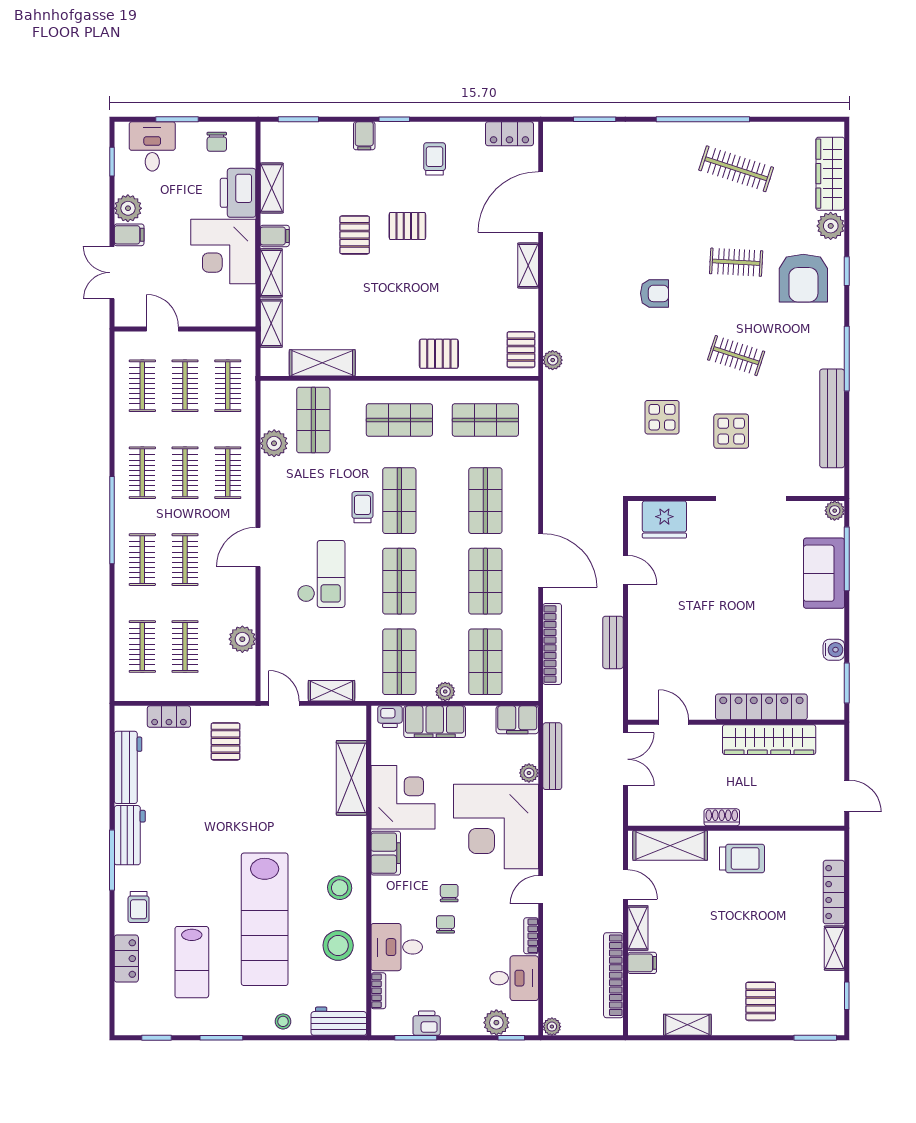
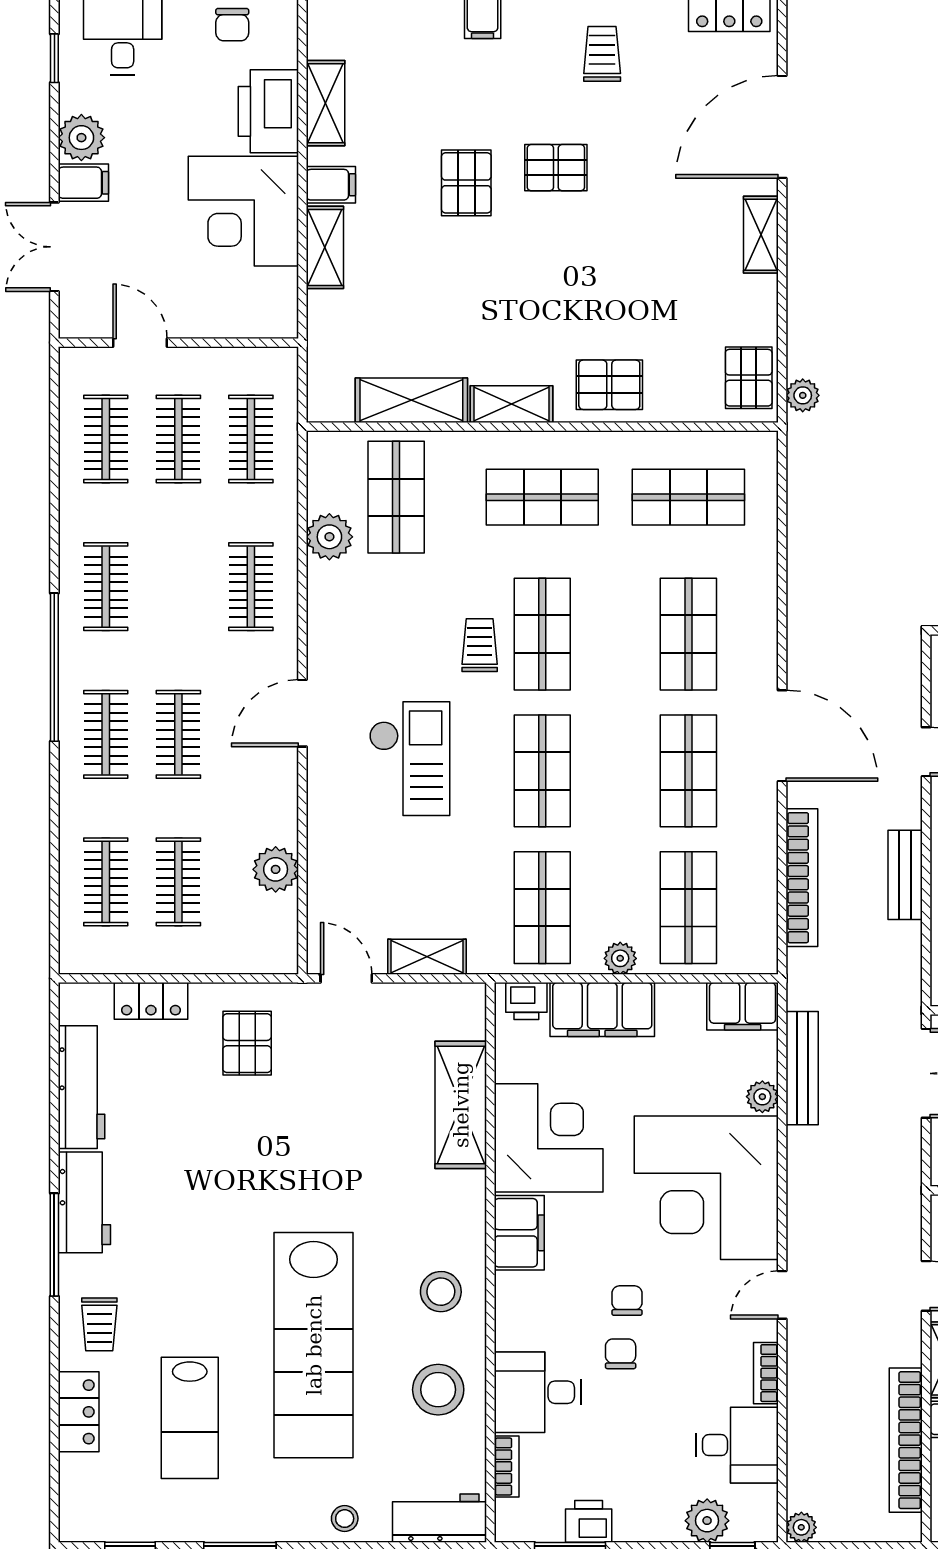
shelving: (271, 323) -> (512, 404), moved, turned 90
clothes rail: (185, 473) -> (178, 587), removed

